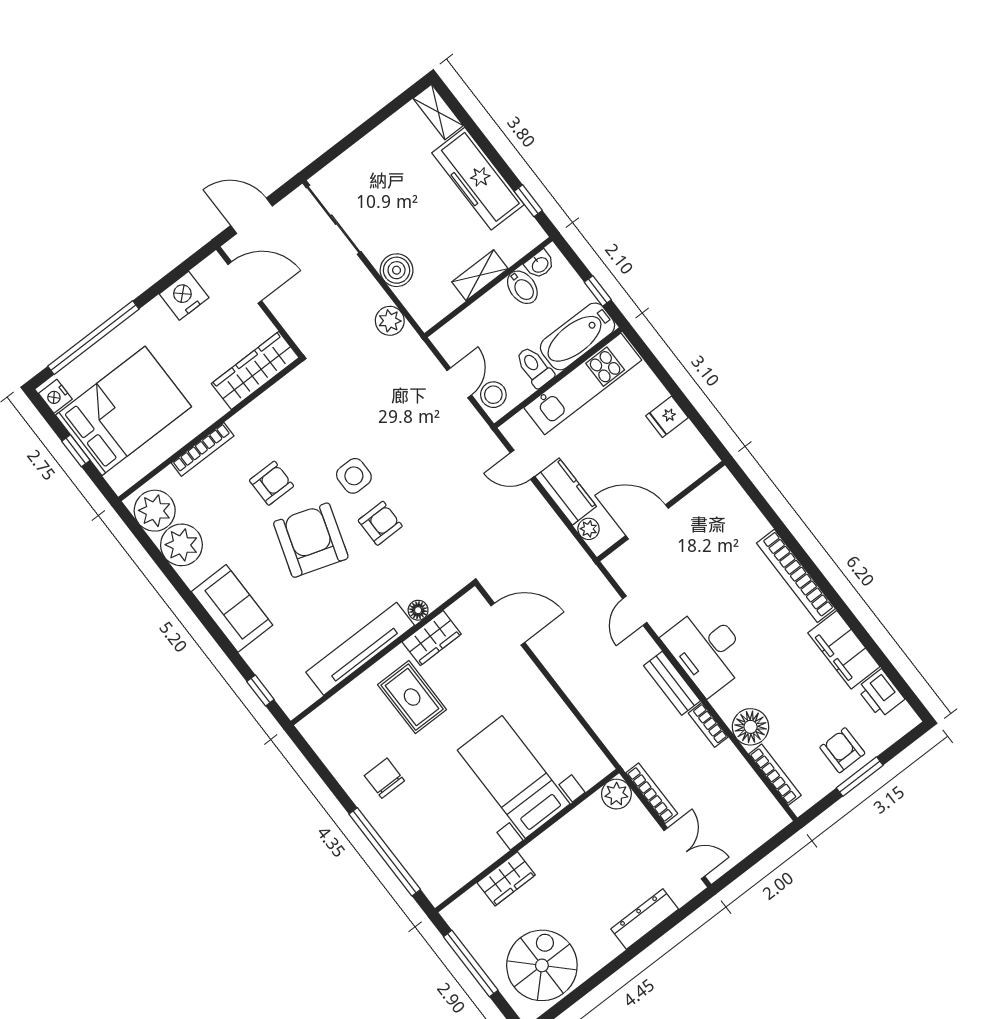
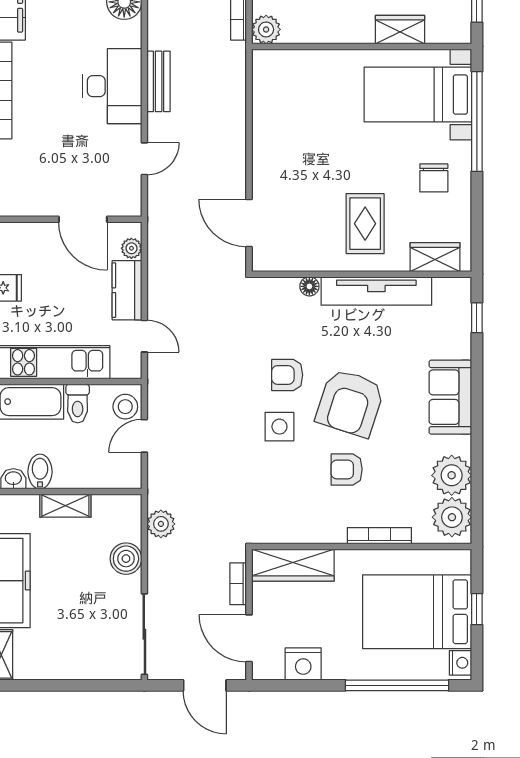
wardrobe: (432, 638) -> (435, 257), moved
bookcase: (708, 725) -> (238, 584), moved, turned 180
bed with nightstands: (514, 777) -> (418, 95), moved, turned 90

